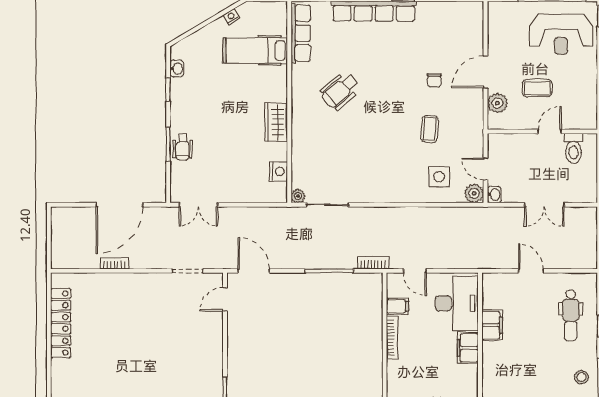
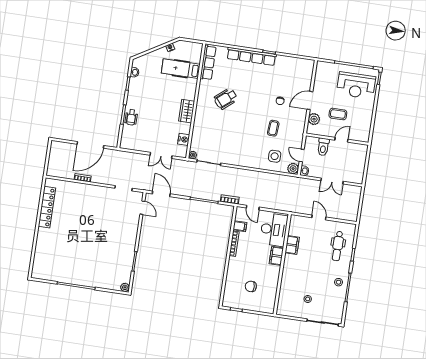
toilet: (573, 148) -> (323, 147), moved
double door: (198, 205) -> (161, 155), moved
door: (225, 299) -> (142, 208), swing flipped

